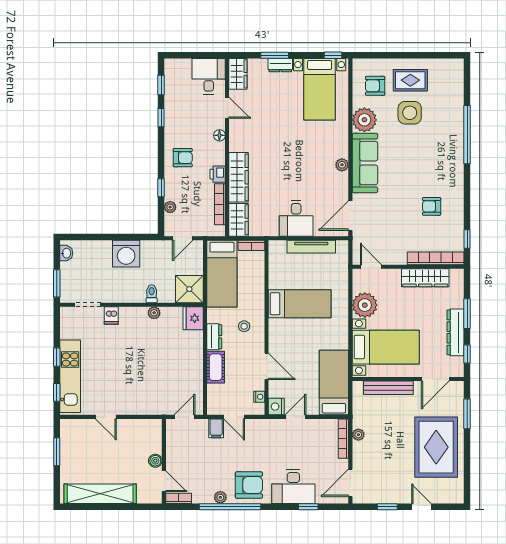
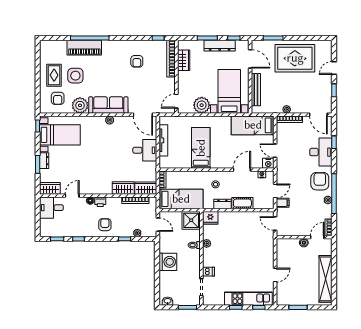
piano: (452, 126) -> (84, 48), added
printer: (218, 174) -> (100, 202), moved
wardrobe: (239, 177) -> (123, 188), width x0.67
wardrobe: (425, 278) -> (184, 60), width x0.67

